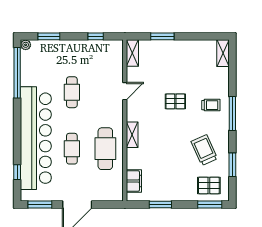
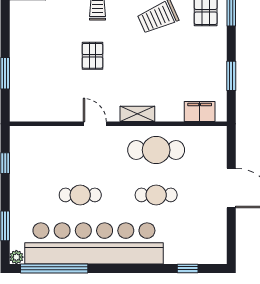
shelving: (132, 53) -> (27, 114), removed
door: (125, 91) -> (95, 124), moved
bar counter: (36, 138) -> (94, 243), moved
window: (40, 204) -> (231, 238), removed

